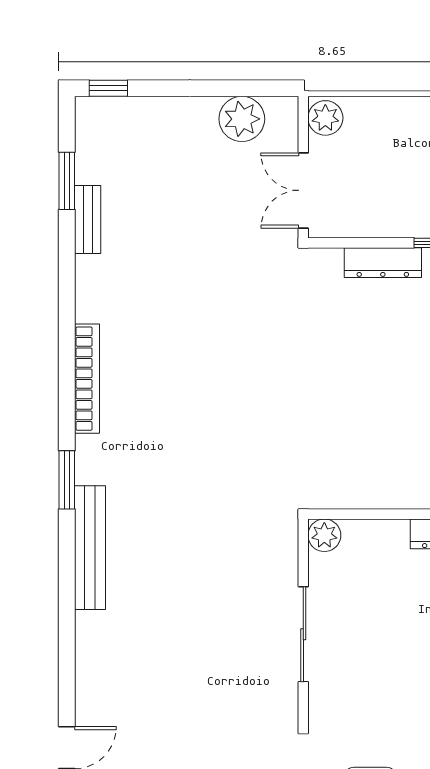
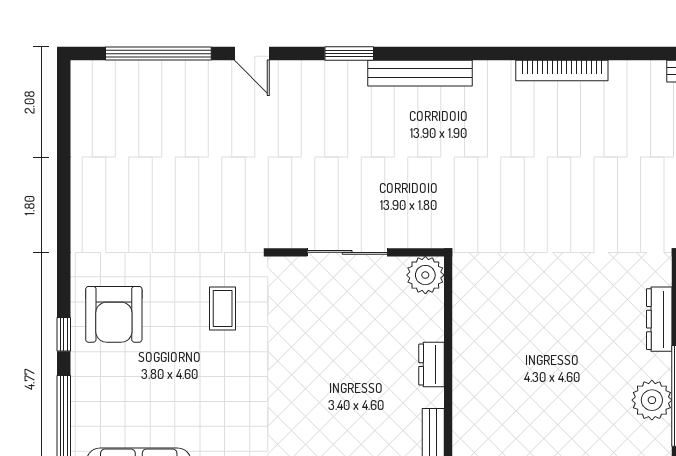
window: (67, 480) -> (349, 54), moved
plant: (324, 535) -> (425, 275), width x1.36, depth x1.36

